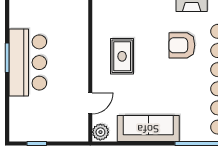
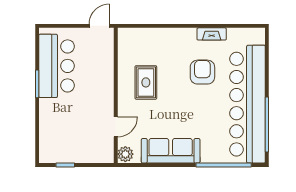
armchair: (182, 45) -> (202, 72), turned 90
bar counter: (28, 63) -> (57, 66), moved

